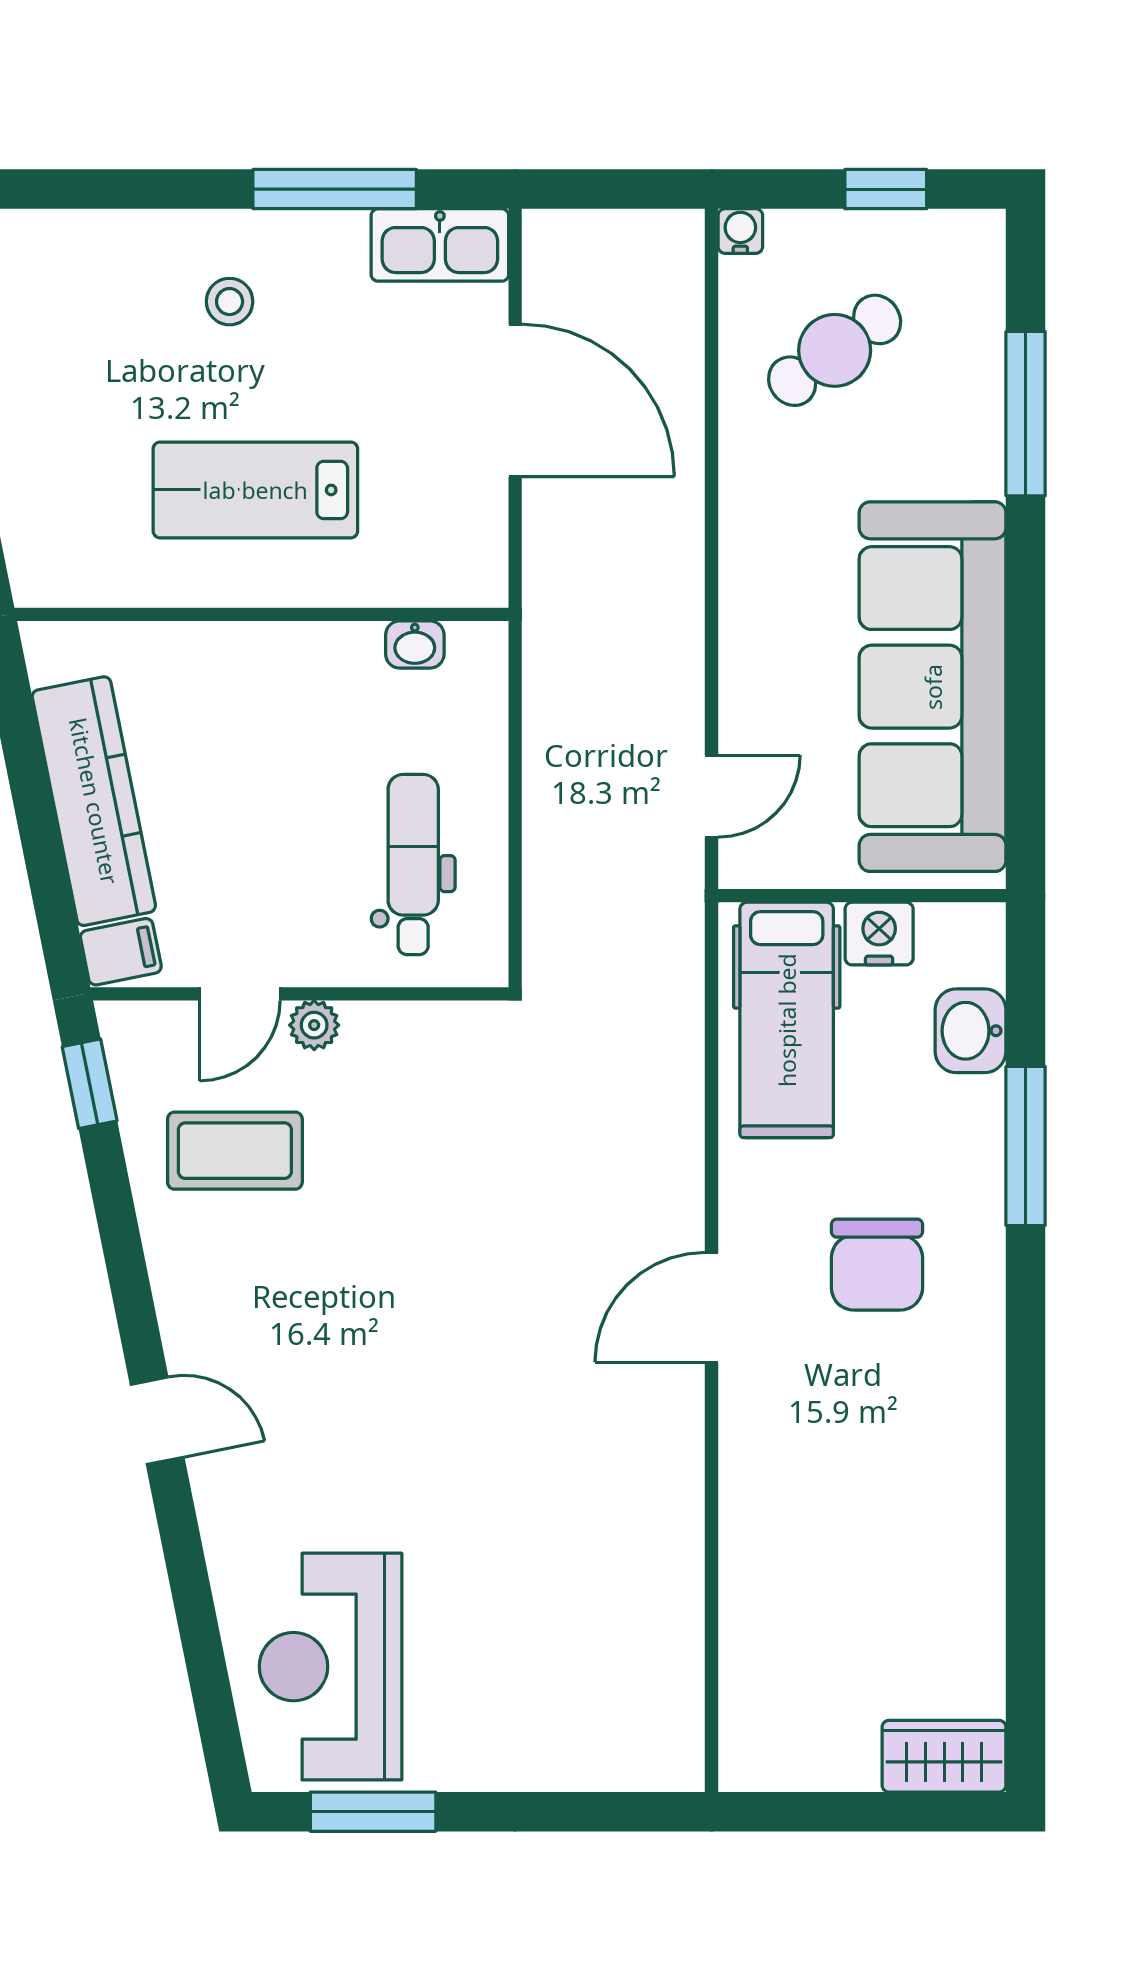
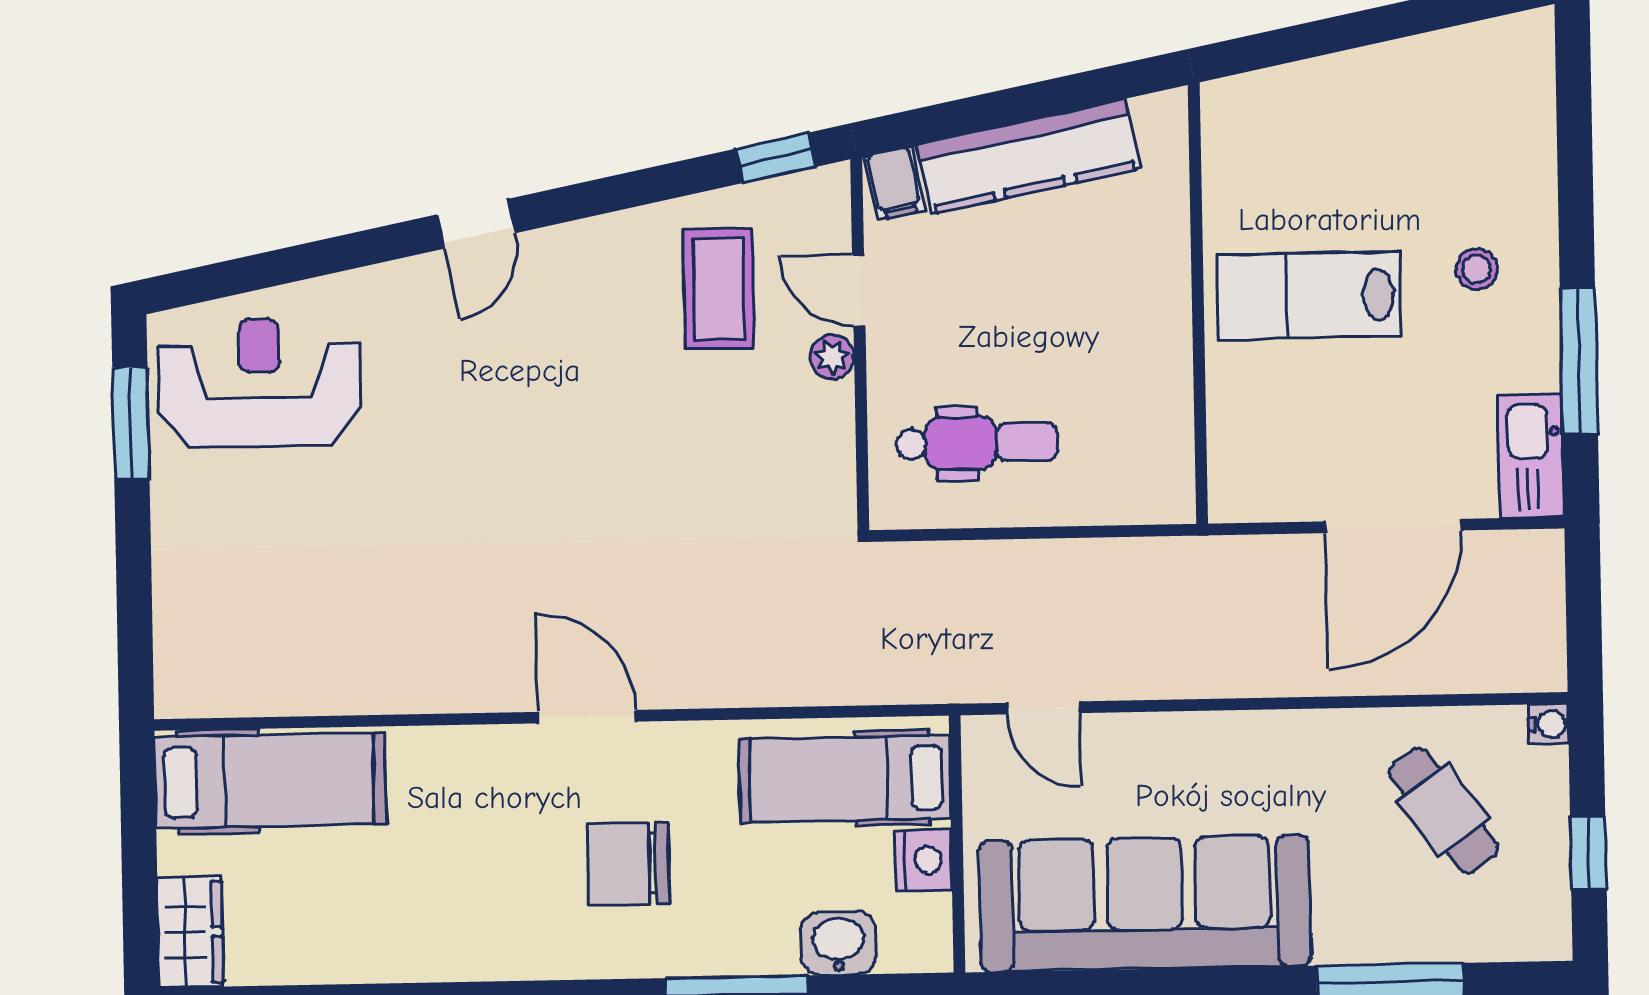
lab bench: (255, 490) -> (1309, 295), turned -90
washbasin: (415, 645) -> (1174, 440), removed
hospital bed: (776, 1663) -> (270, 781), added

